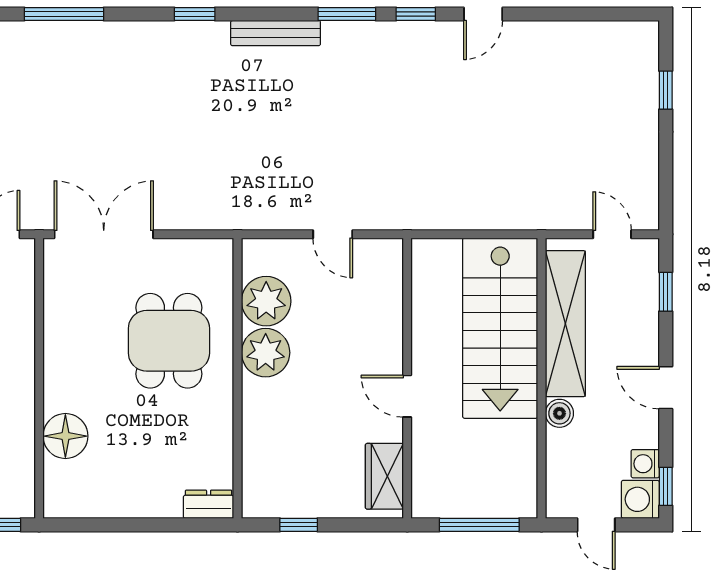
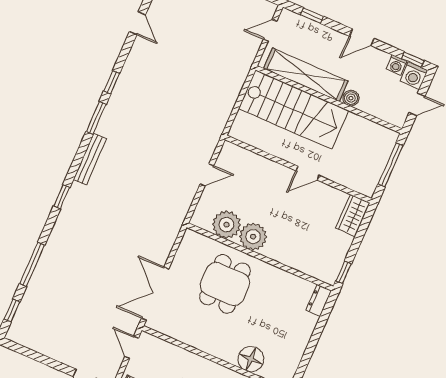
door: (483, 14) -> (137, 23), moved
dining table: (169, 341) -> (225, 284), turned 90
wardrobe: (384, 476) -> (353, 215), moved, turned 90
window: (299, 525) -> (344, 272), moved

